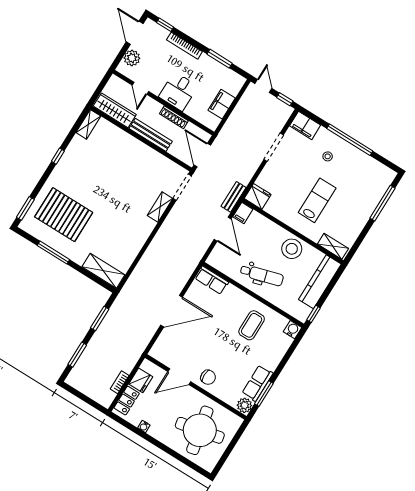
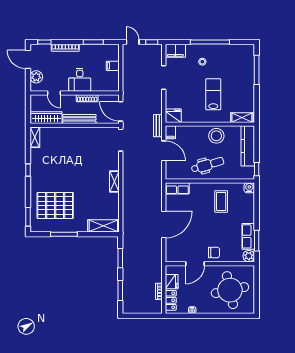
filing cabinet: (222, 104) -> (113, 66), width x0.50
shelving: (160, 207) -> (114, 182), moved

